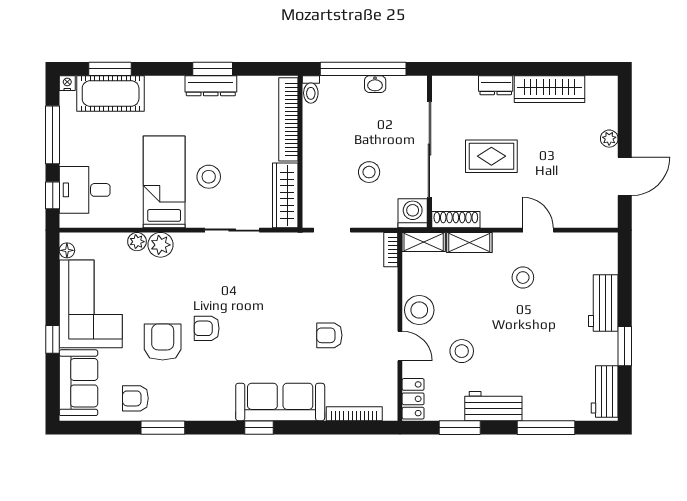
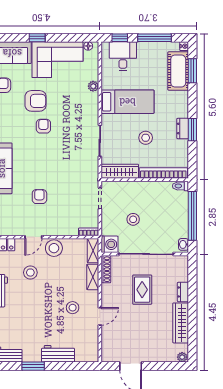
washbasin: (375, 84) -> (184, 244), moved
dresser: (211, 86) -> (183, 129), width x0.70
plant: (609, 139) -> (182, 357), moved
stool: (209, 177) -> (146, 138), moved
plant: (161, 245) -> (91, 100), removed

